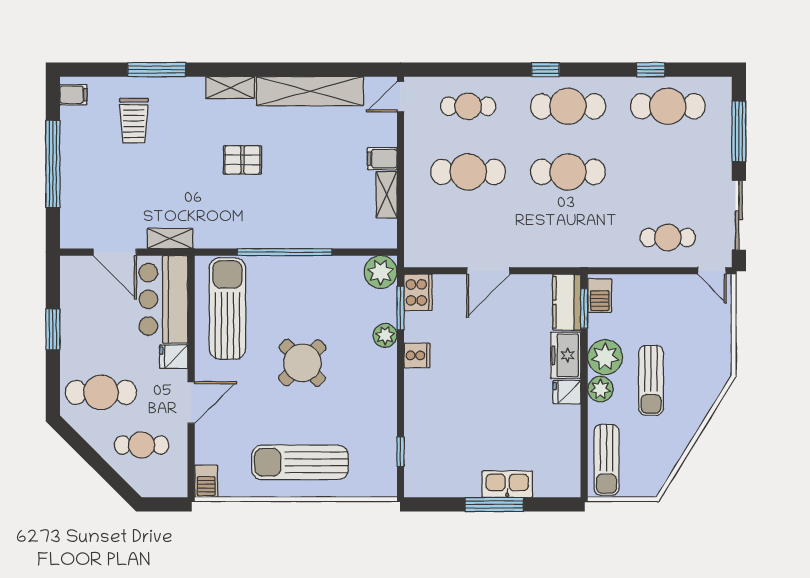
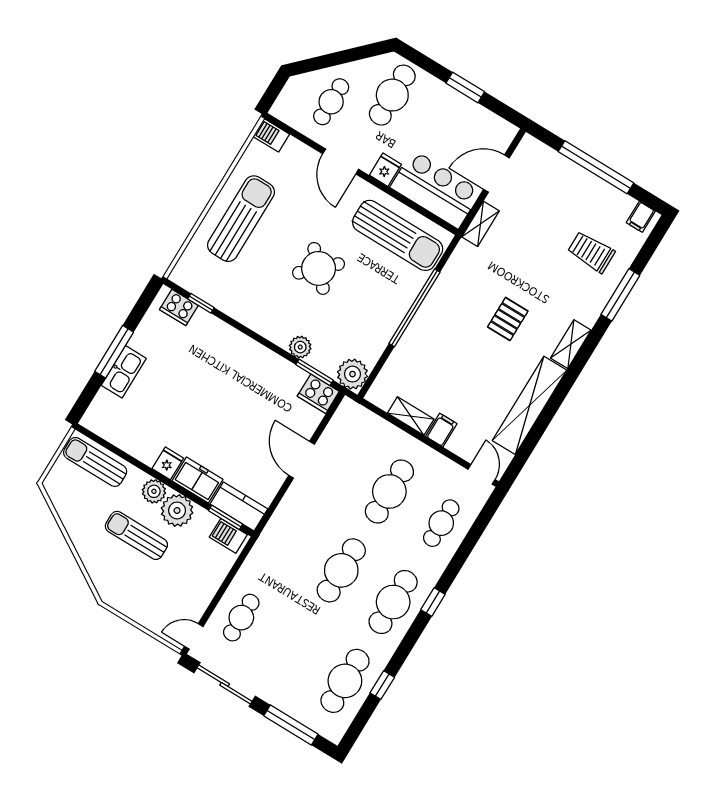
cooker: (417, 355) -> (179, 307), moved, width x1.36

